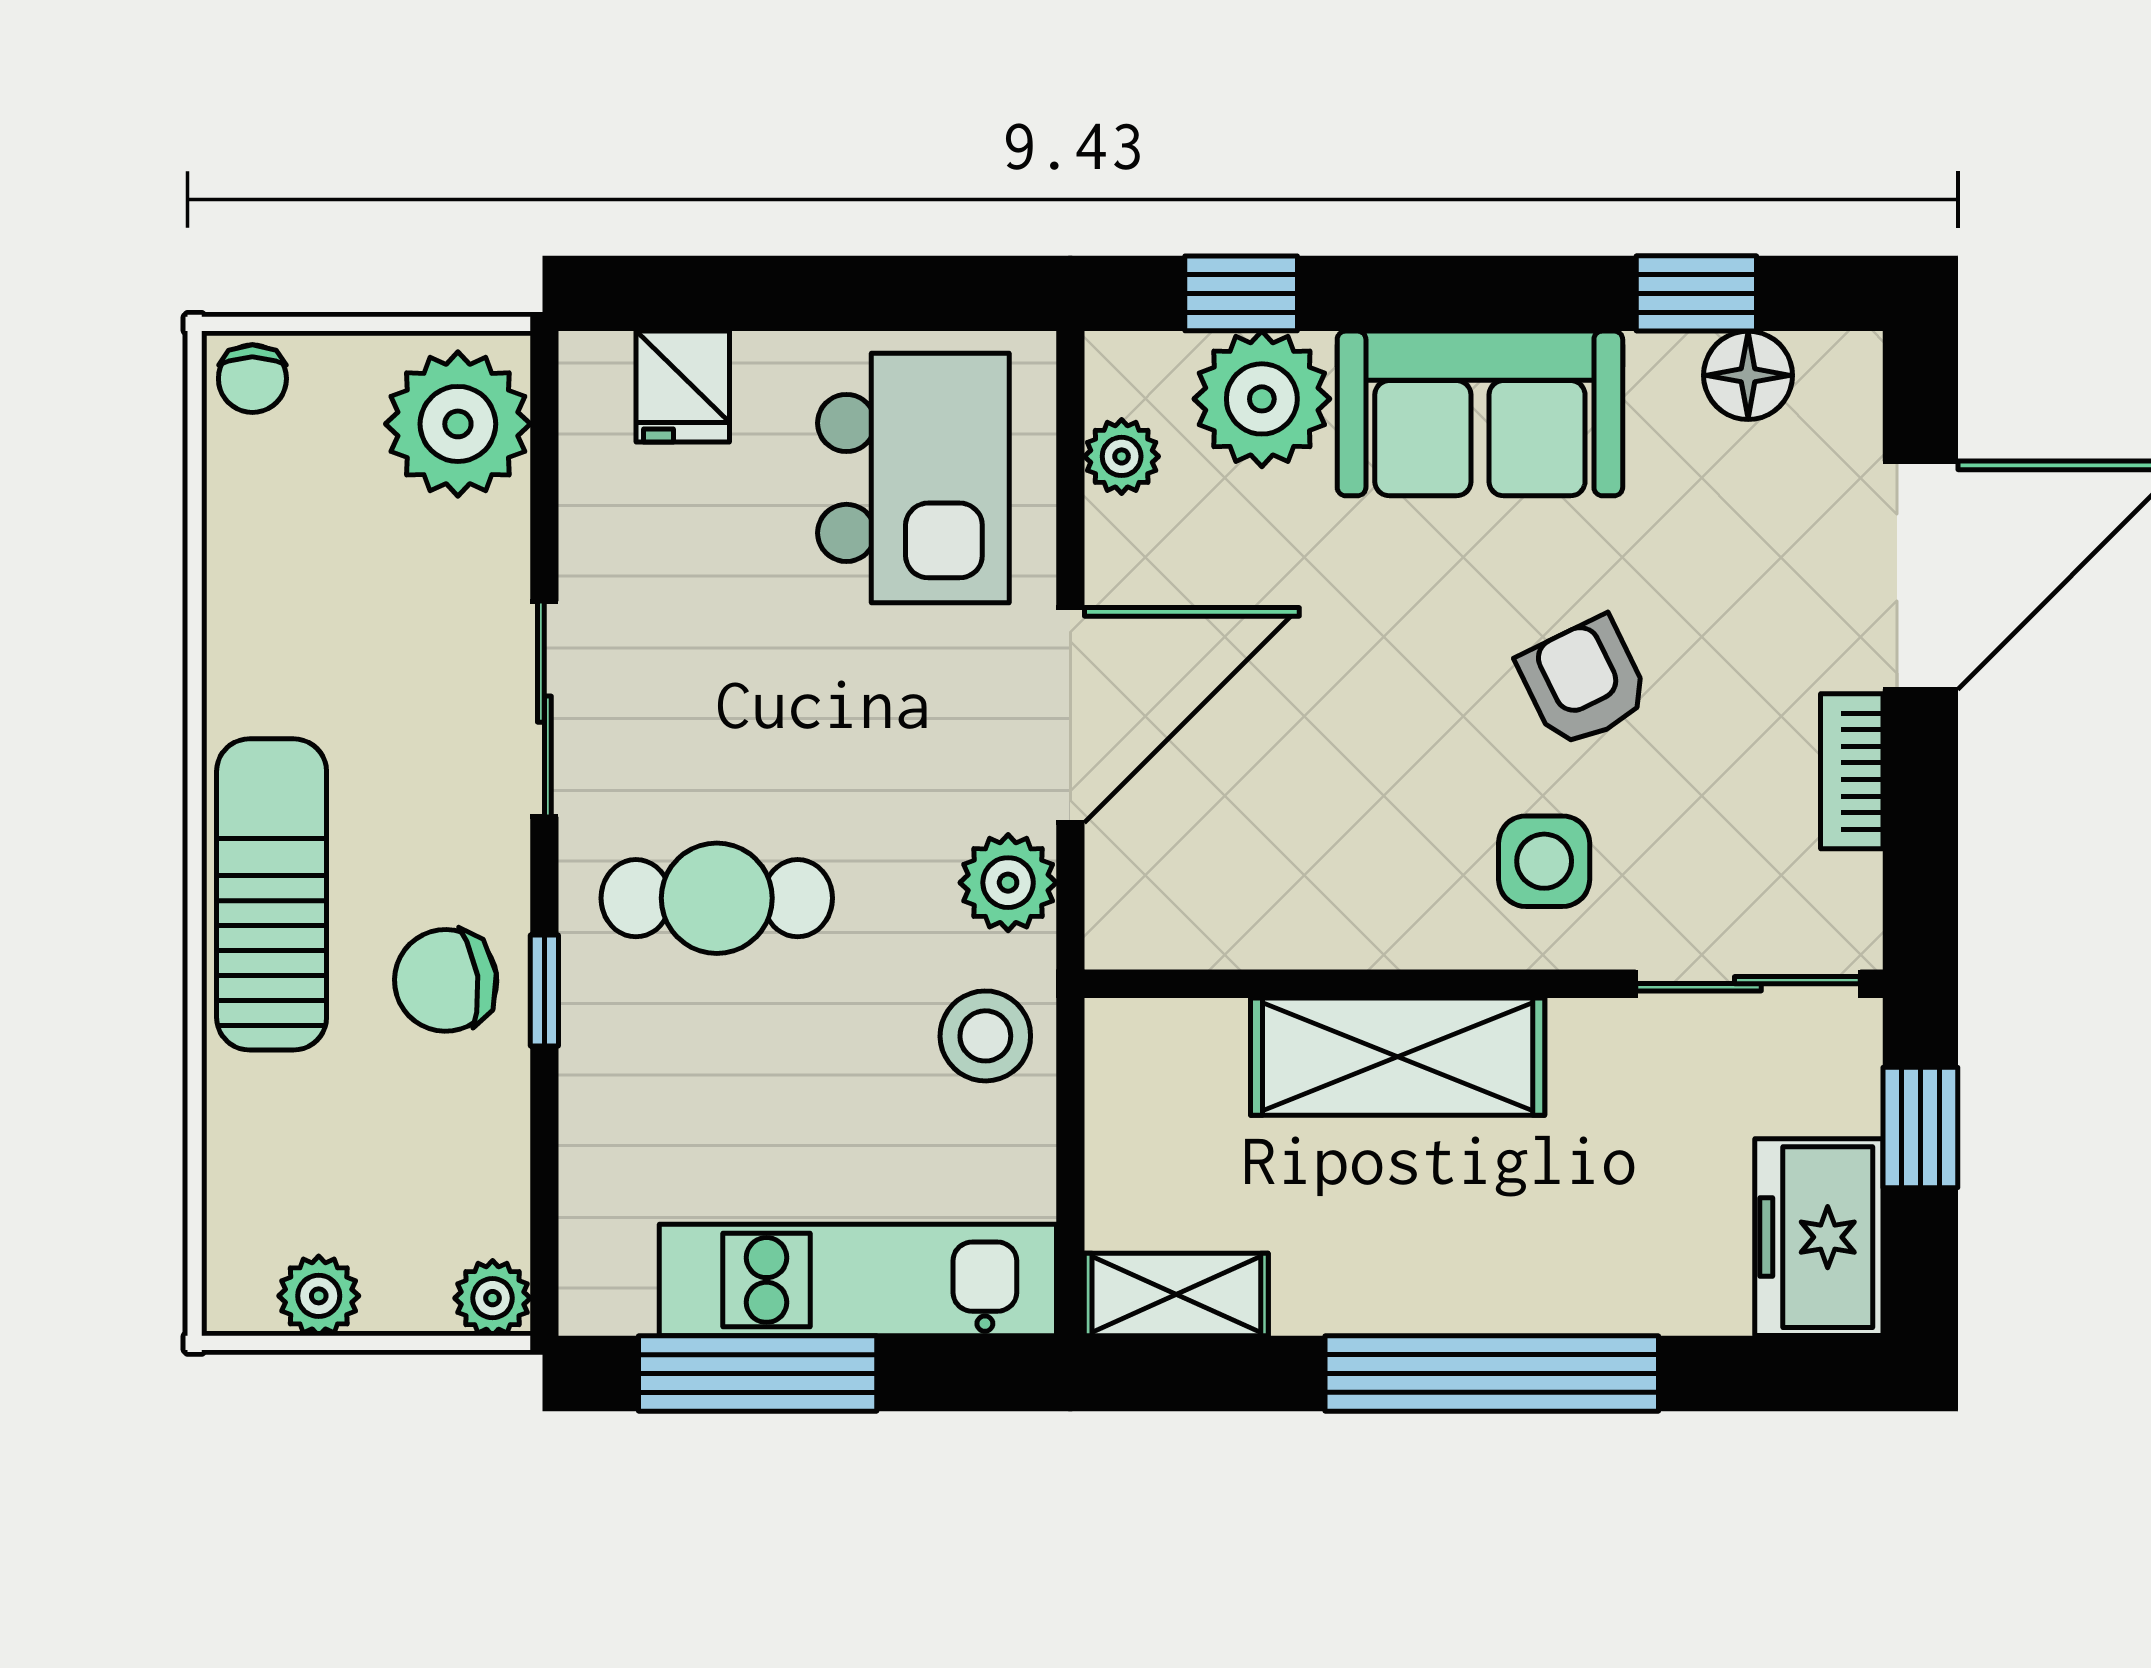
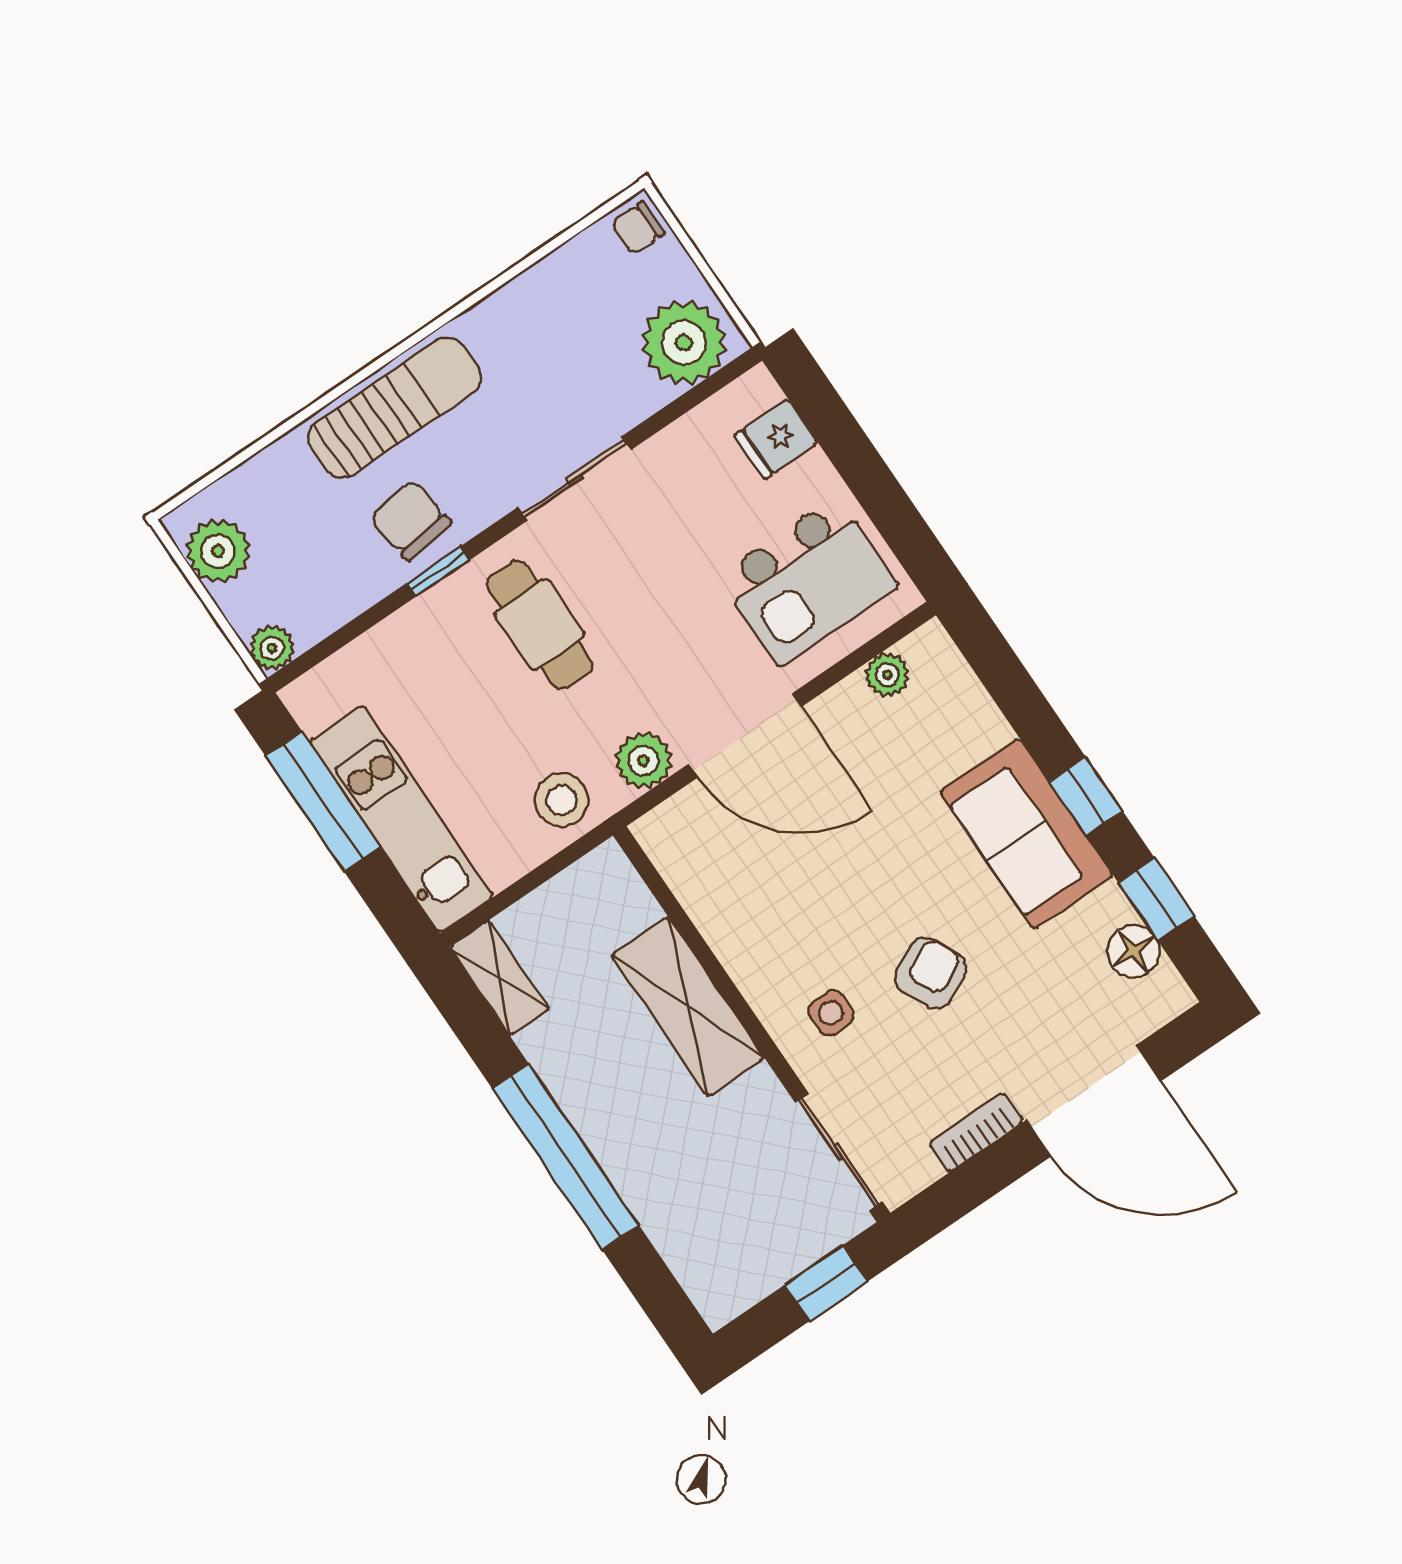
window: (1241, 293) -> (1086, 796), moved
plant: (1262, 399) -> (961, 724), removed
side table: (1544, 861) -> (831, 1013), width x0.73, depth x0.73
freezer: (1819, 1237) -> (740, 1270), removed
plant: (319, 1296) -> (218, 551), width x1.38, depth x1.38

